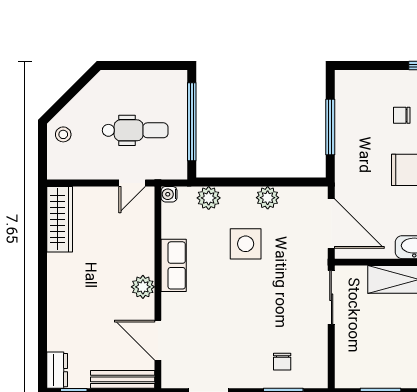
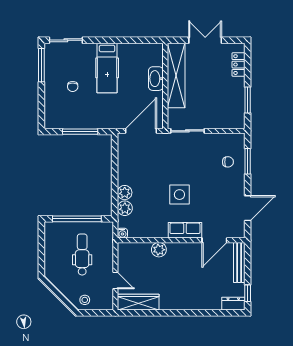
door: (132, 183) -> (115, 281), moved
plant: (268, 198) -> (125, 193), moved
side table: (246, 244) -> (179, 195), moved
row of seats: (174, 265) -> (185, 230), moved
plant: (143, 287) -> (159, 250), moved

